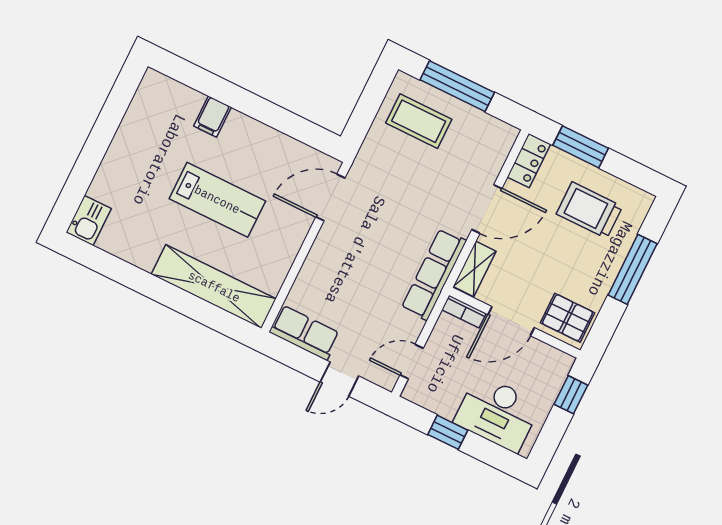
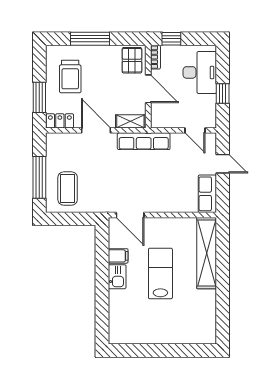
filing cabinet: (212, 116) -> (118, 256), moved
kitchen sink: (89, 220) -> (117, 277), moved, turned 90
bookcase: (464, 312) -> (155, 57), moved

